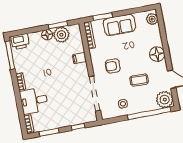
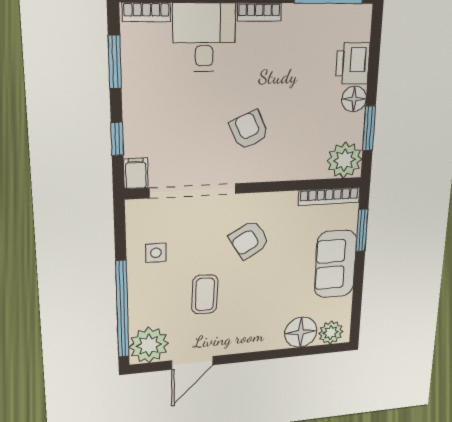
plant: (61, 35) -> (344, 160), moved
printer: (20, 41) -> (353, 63), moved
floor lamp: (157, 54) -> (301, 332), moved
filing cabinet: (79, 58) -> (136, 173), moved
armchair: (113, 66) -> (249, 240), turned -121
armchair: (67, 76) -> (249, 130), added

